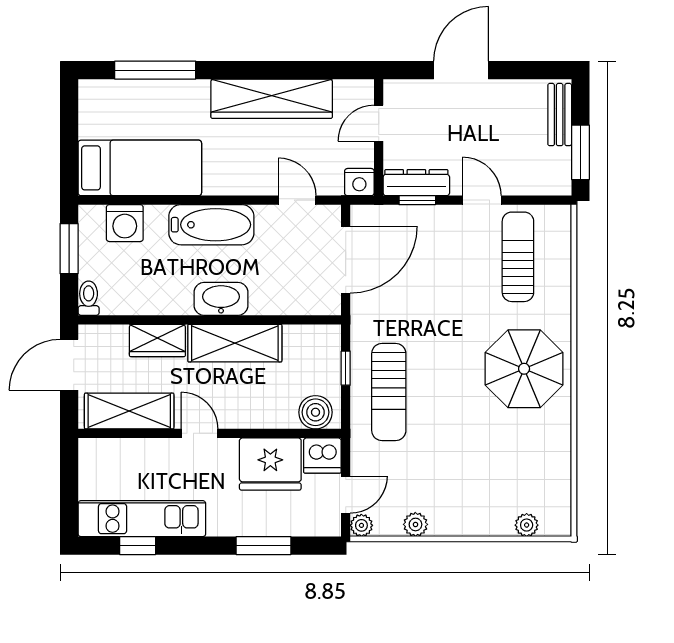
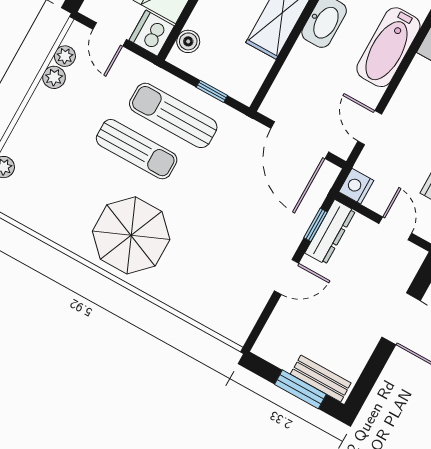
window: (581, 152) -> (300, 389), moved
door: (297, 200) -> (370, 128), swing flipped
sun lounger: (518, 257) -> (137, 149), moved
boiler: (316, 412) -> (188, 41), width x0.73, depth x0.73
plant: (361, 525) -> (65, 56), moved

